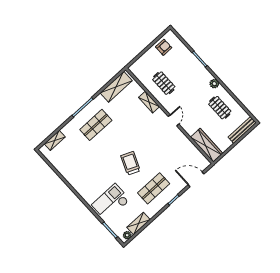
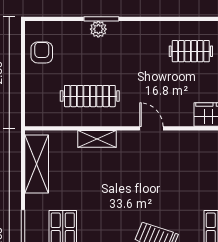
clothes rail: (164, 83) -> (90, 96), width x1.36
plant: (214, 84) -> (98, 29), moved

